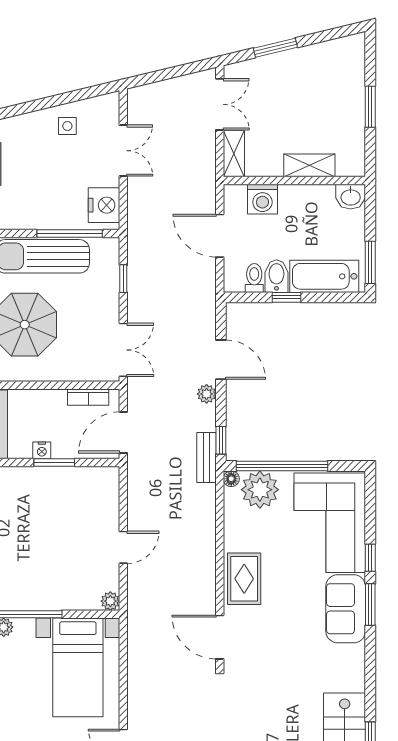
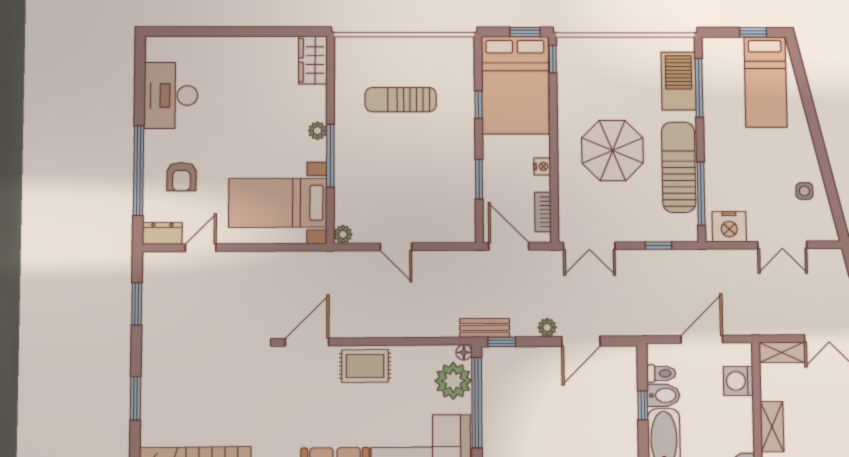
nightstand: (42, 450) -> (542, 166), moved, turned 180

